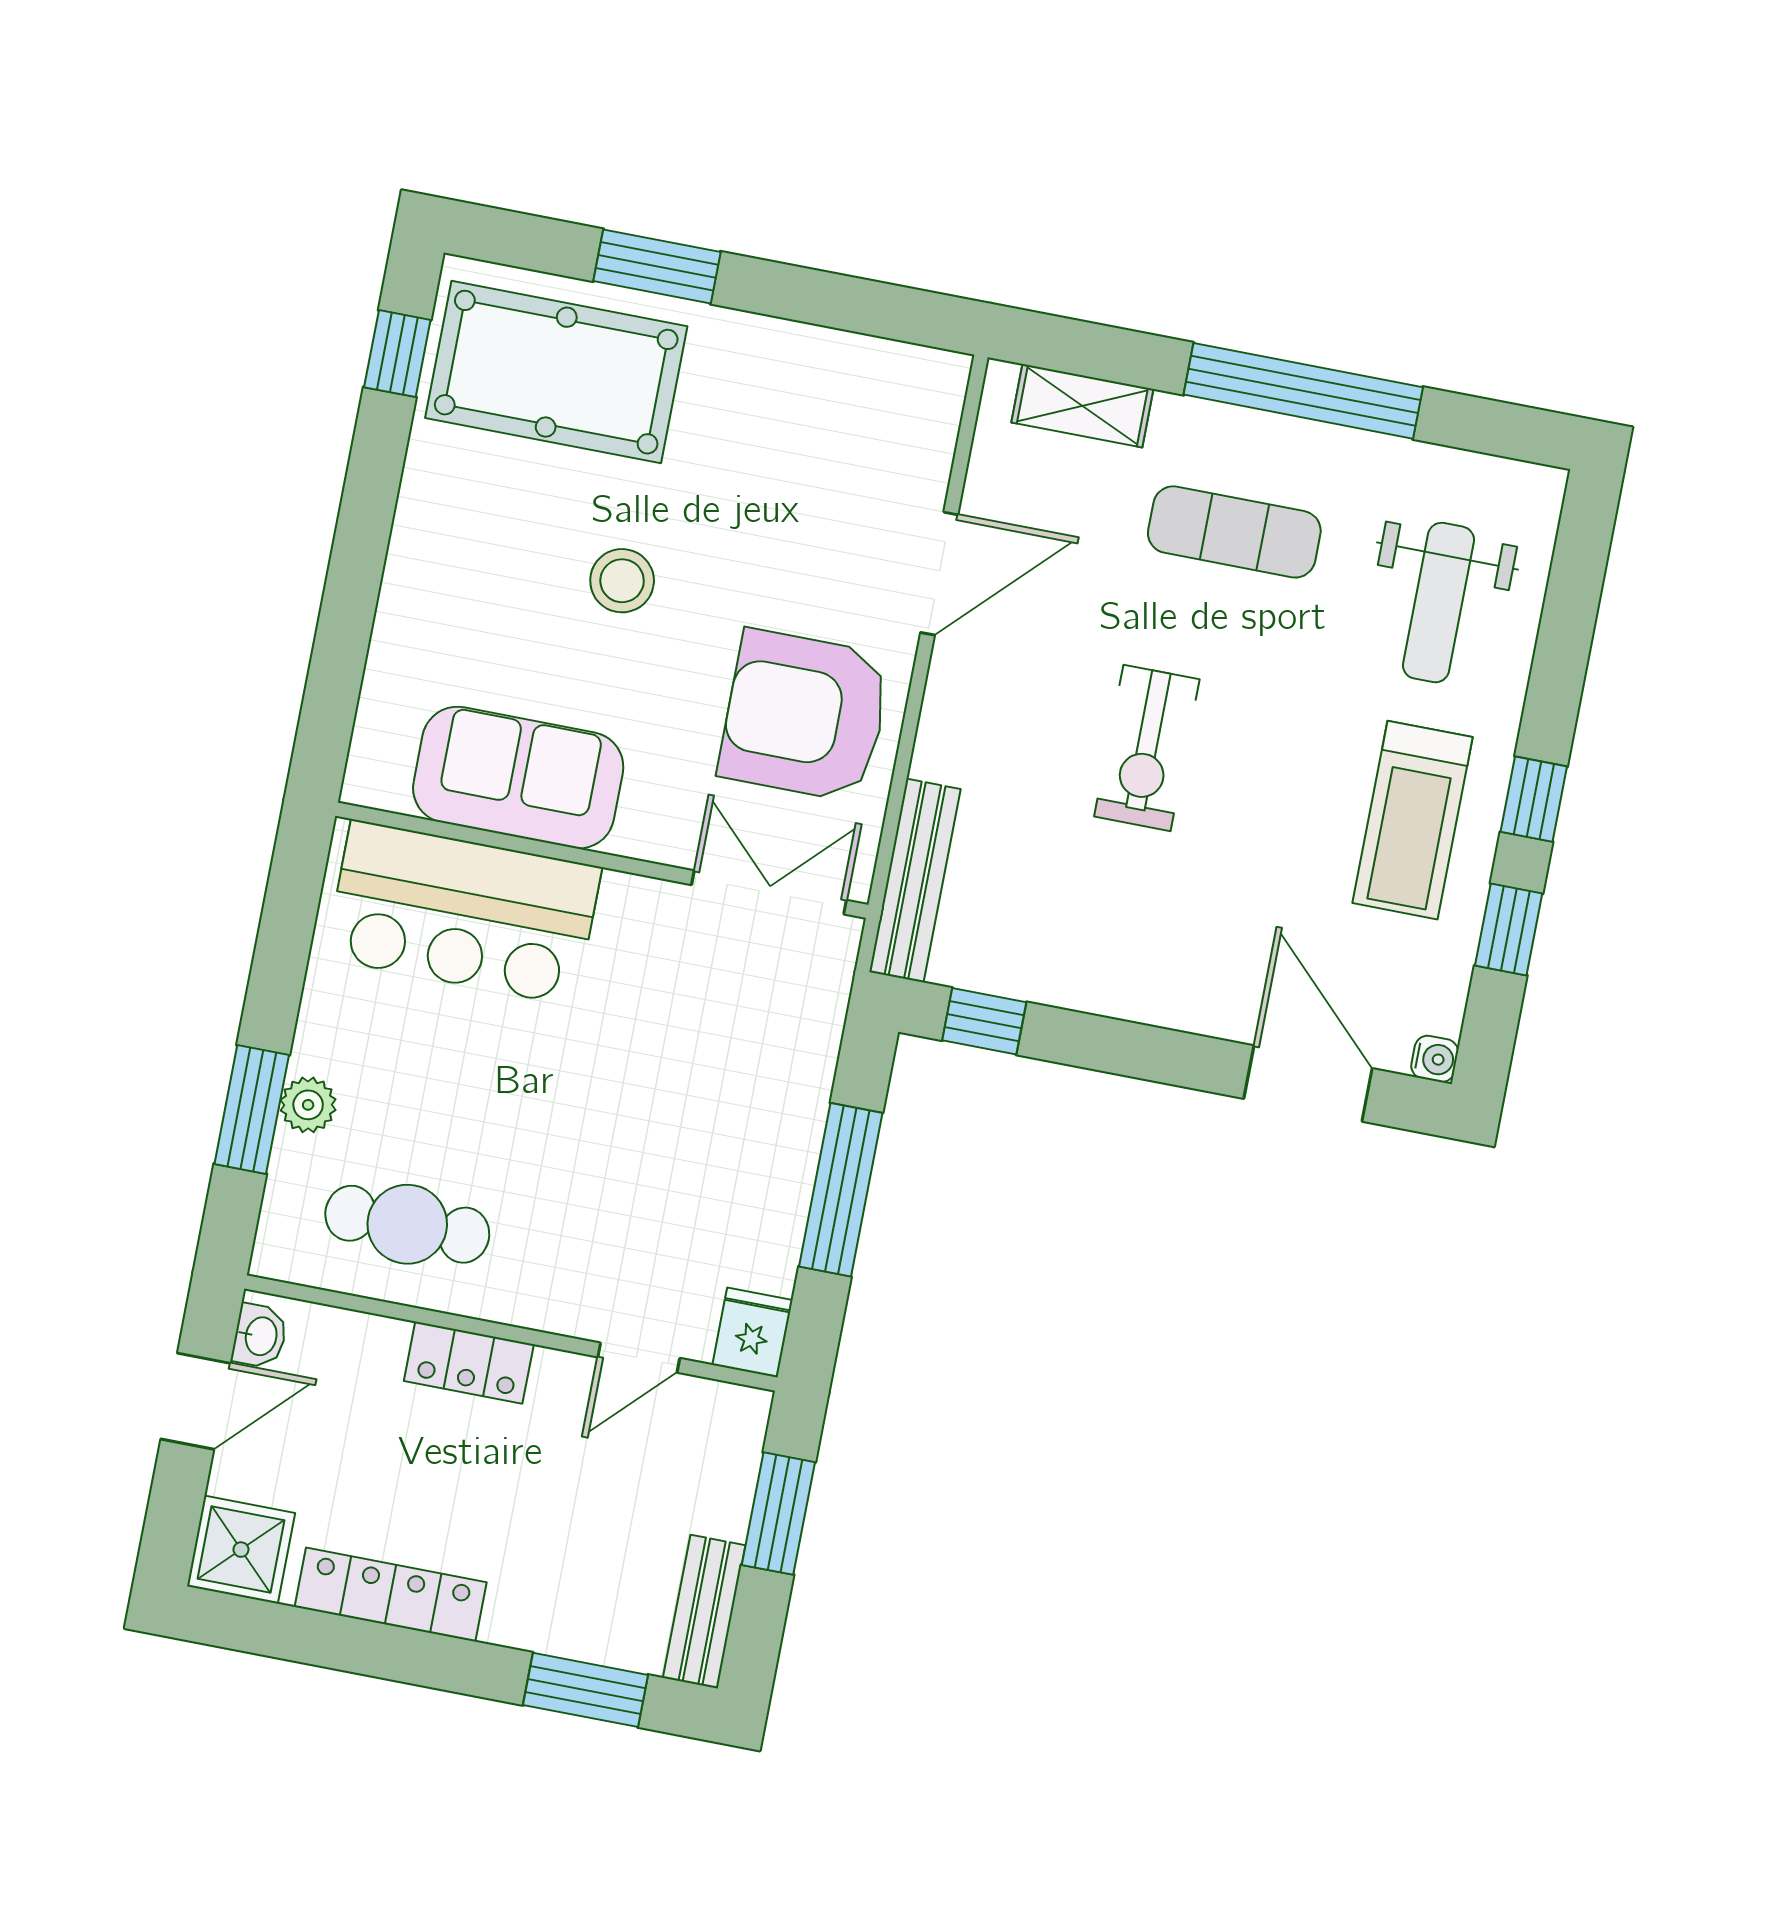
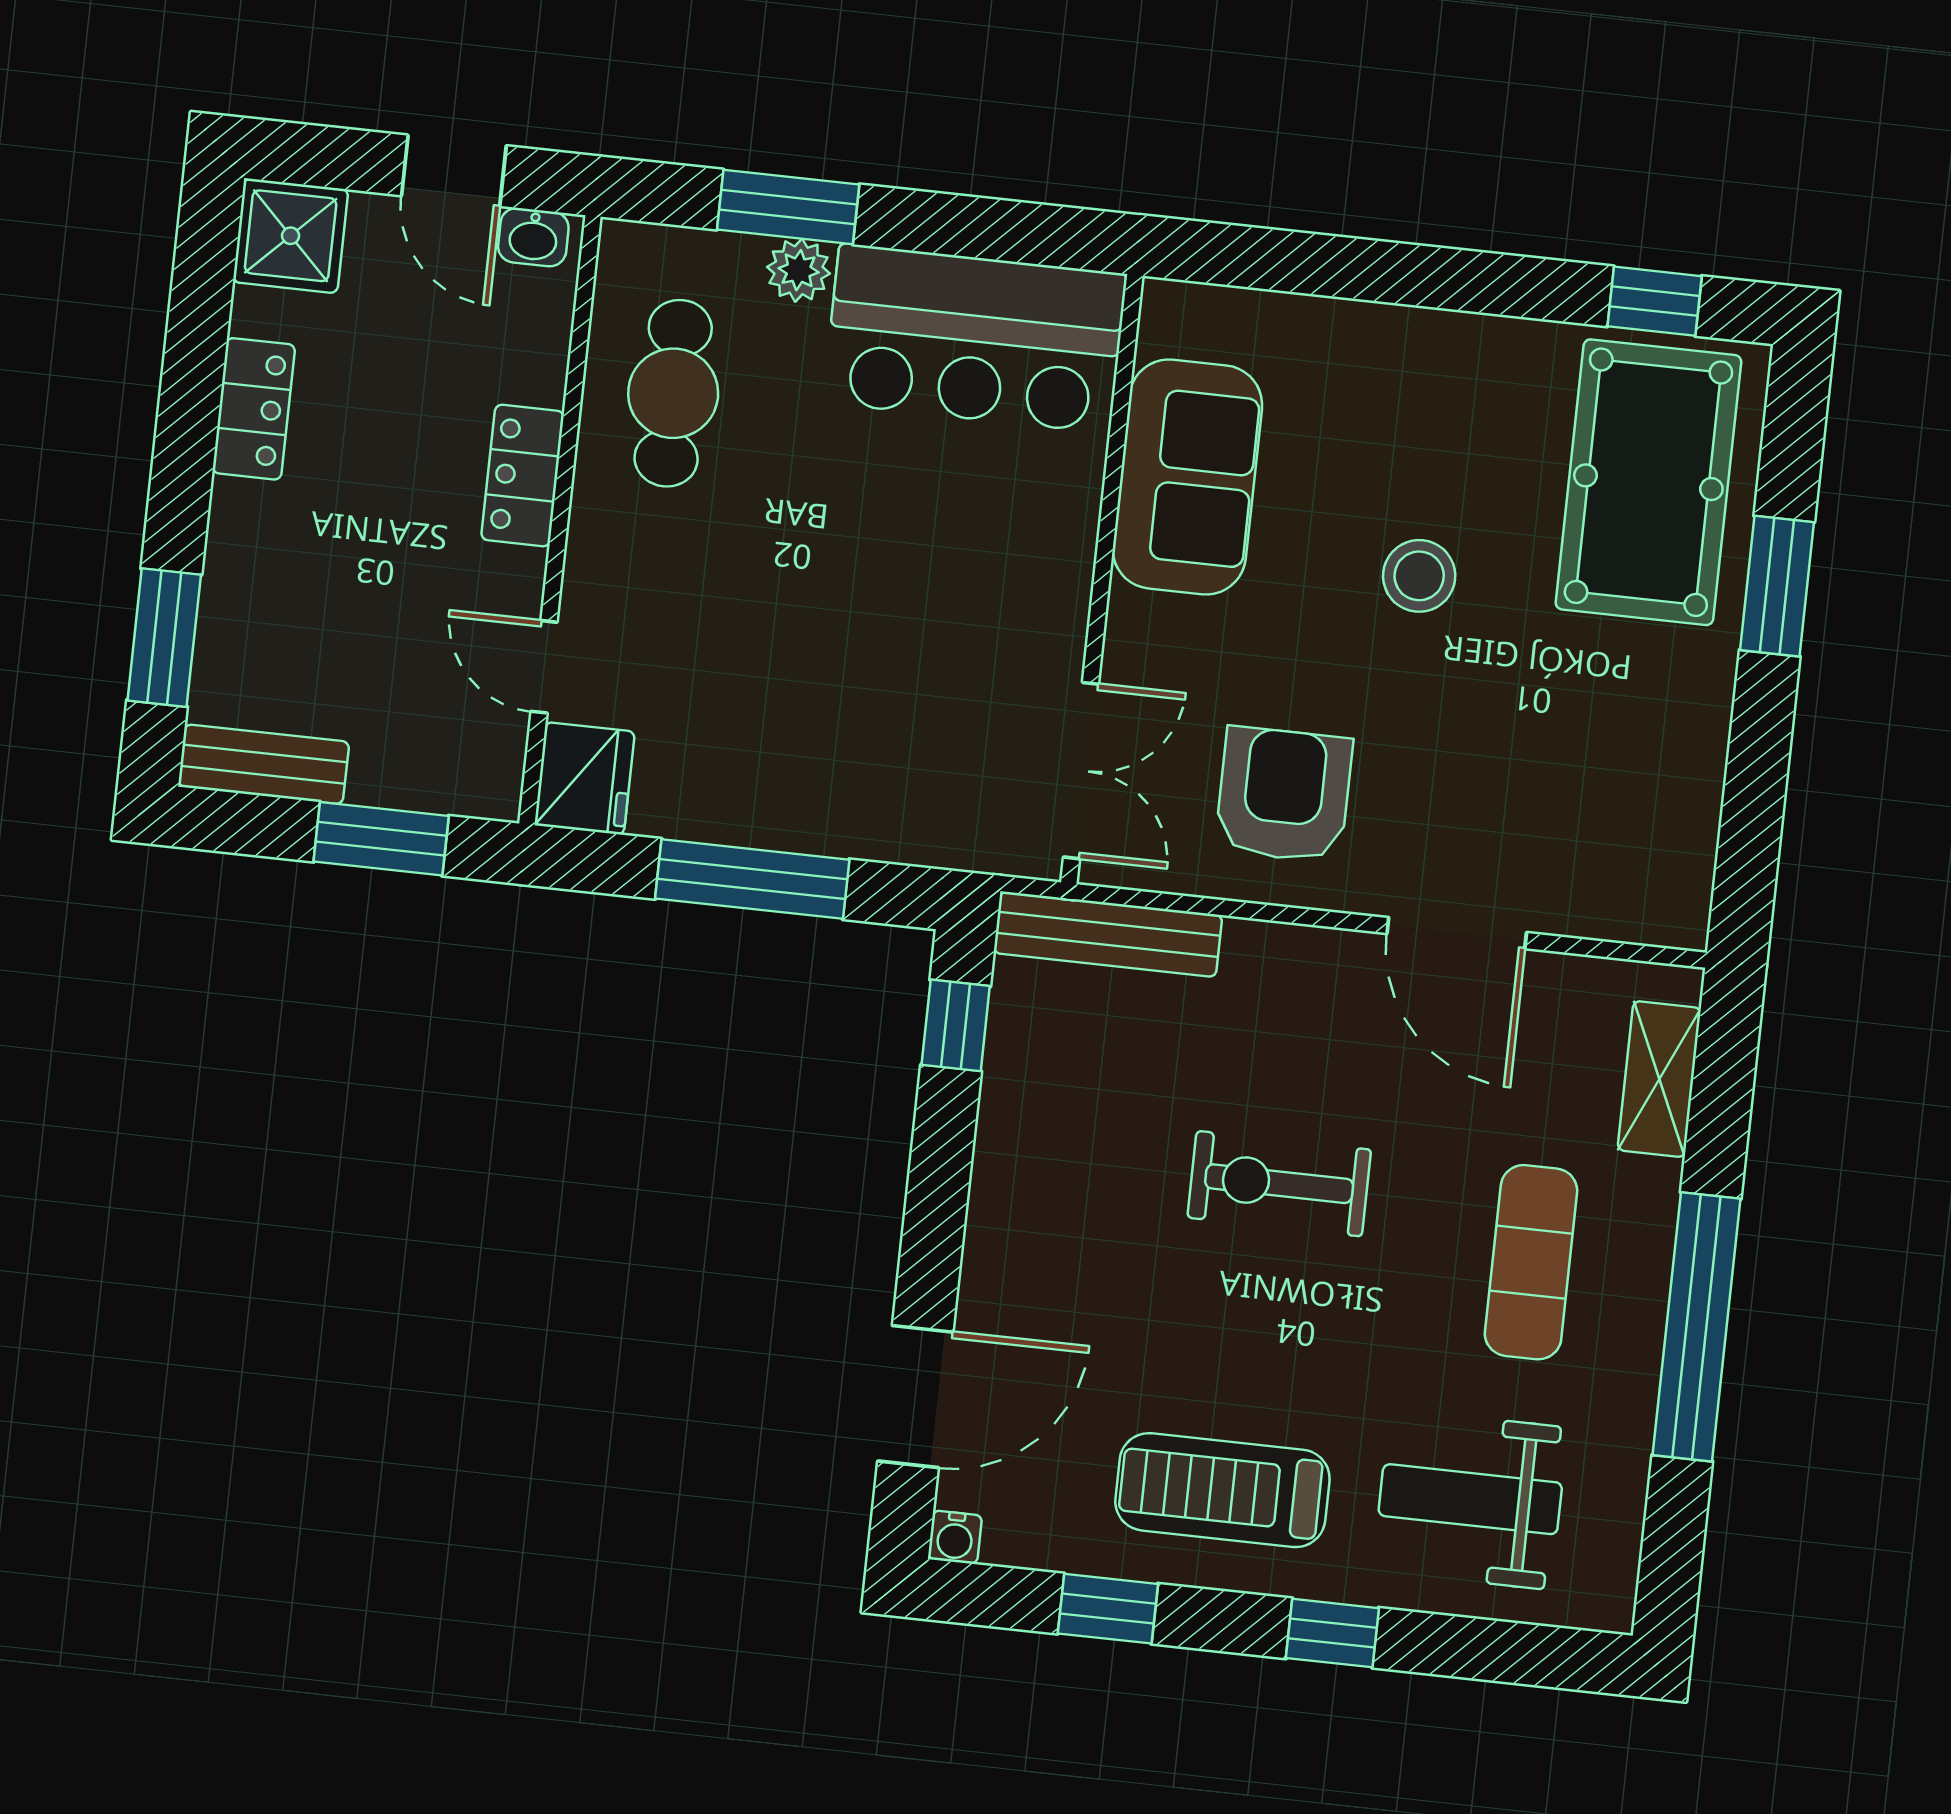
armchair: (805, 716) -> (1284, 795), width x0.73, depth x0.73
window: (1534, 799) -> (1332, 1633), moved
bar counter: (463, 913) -> (975, 338), moved, turned -90
fridge: (752, 1332) -> (585, 778), width x1.38
locker: (391, 1595) -> (254, 409), width x0.66

